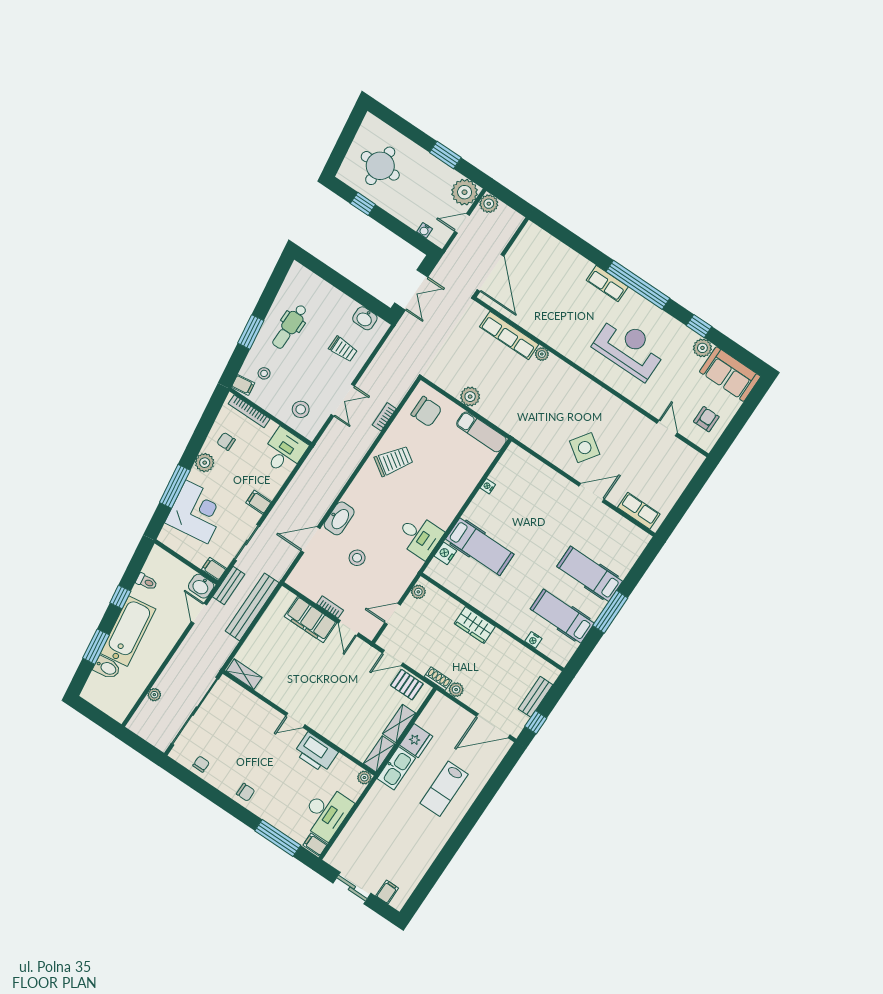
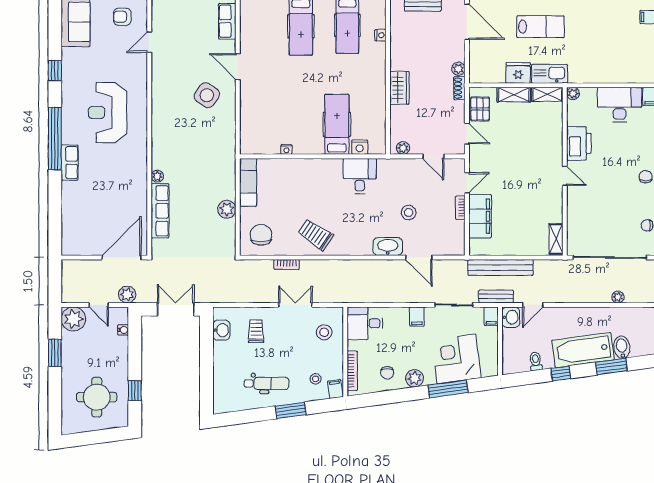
plant: (489, 204) -> (127, 295), moved
plant: (702, 348) -> (70, 57), removed

